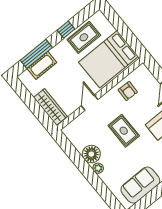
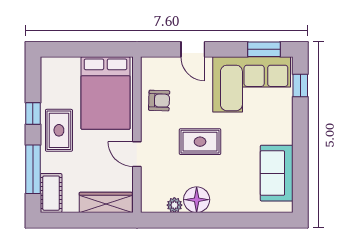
rug: (84, 37) -> (59, 130), moved
cot: (42, 65) -> (51, 193), moved
plant: (98, 168) -> (174, 205), moved

